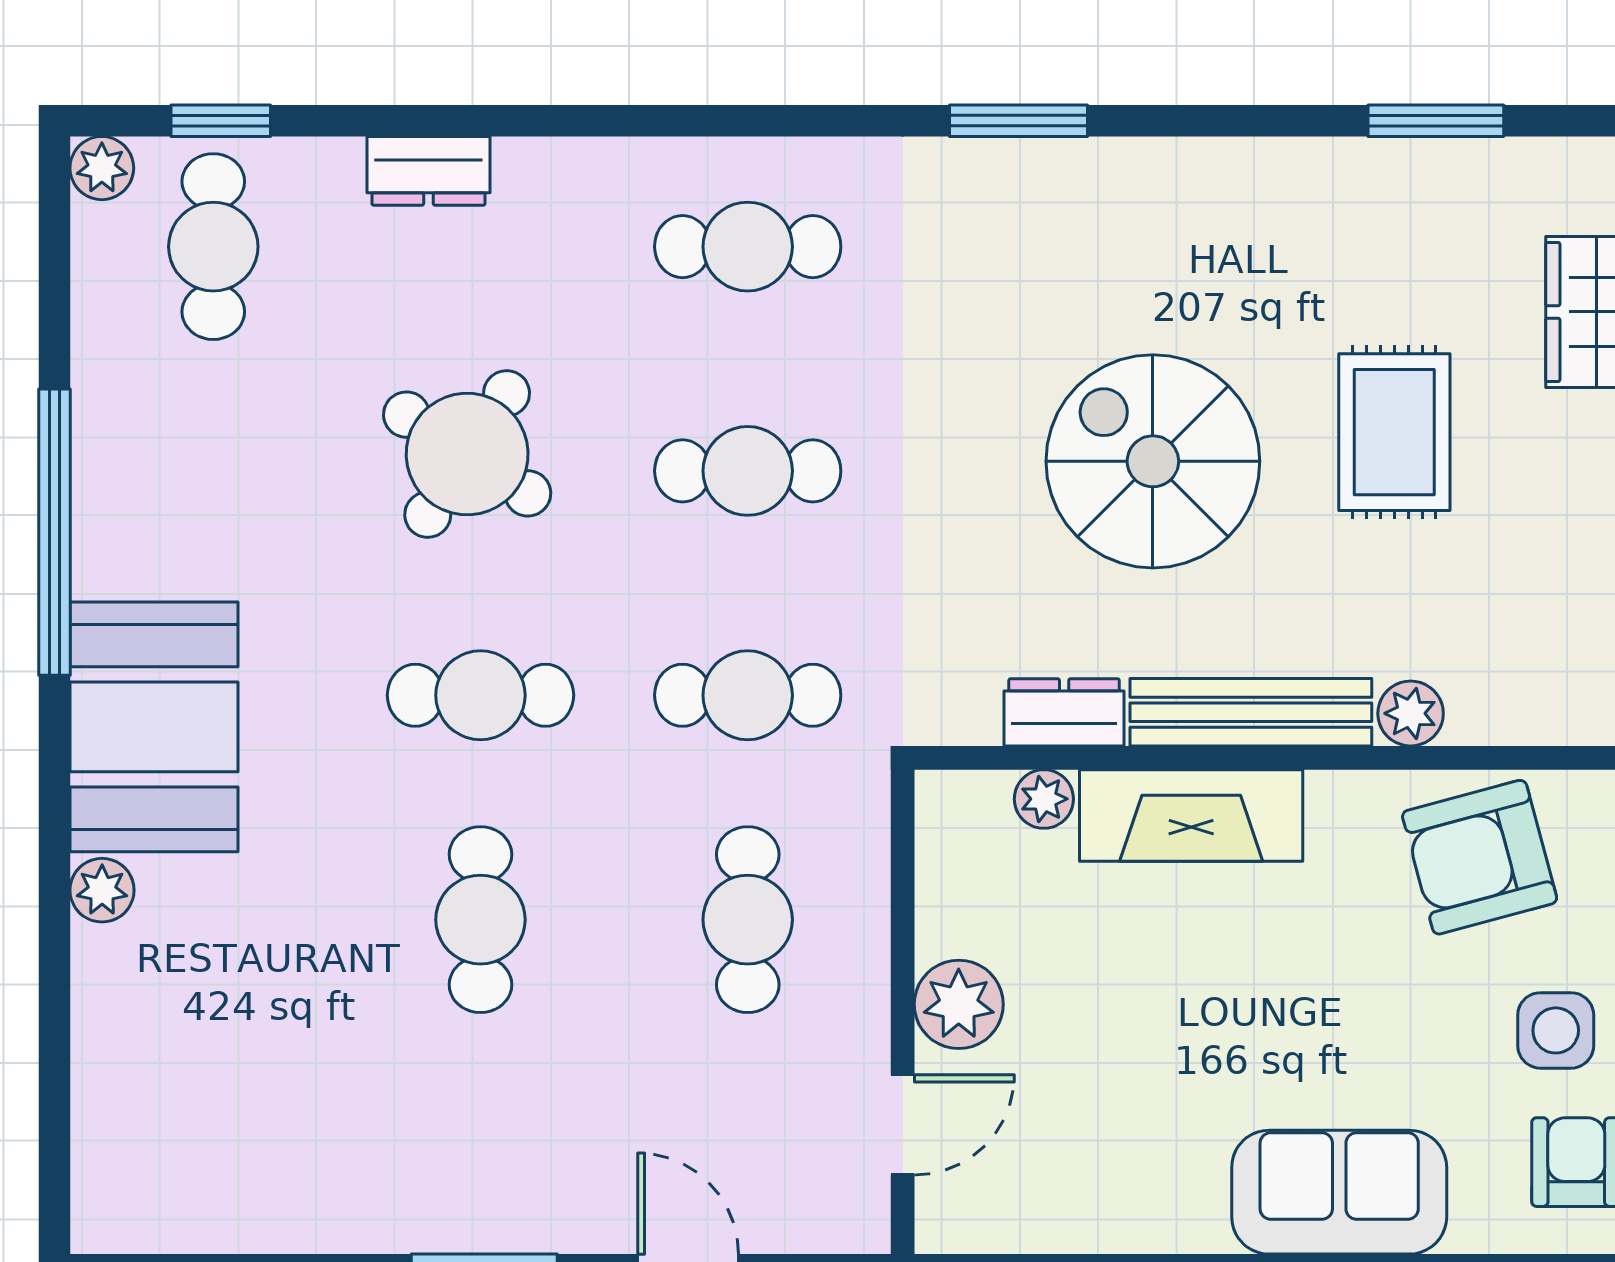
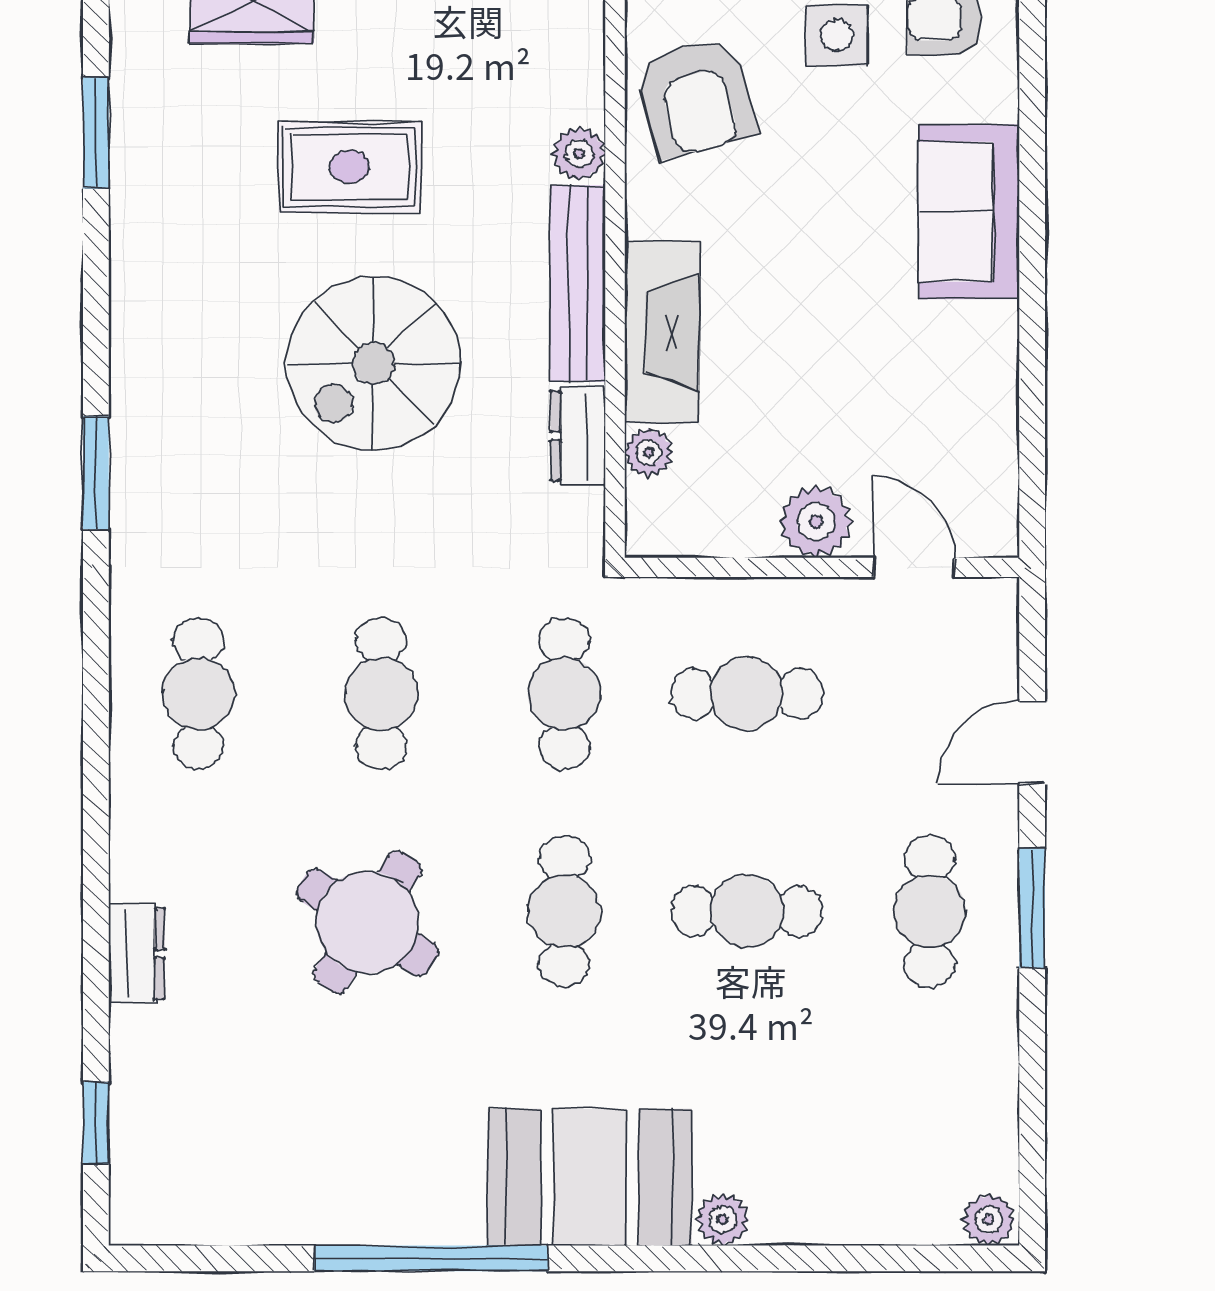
plant: (102, 168) -> (989, 1220), moved
cafe table: (213, 247) -> (930, 911), moved, turned 90

